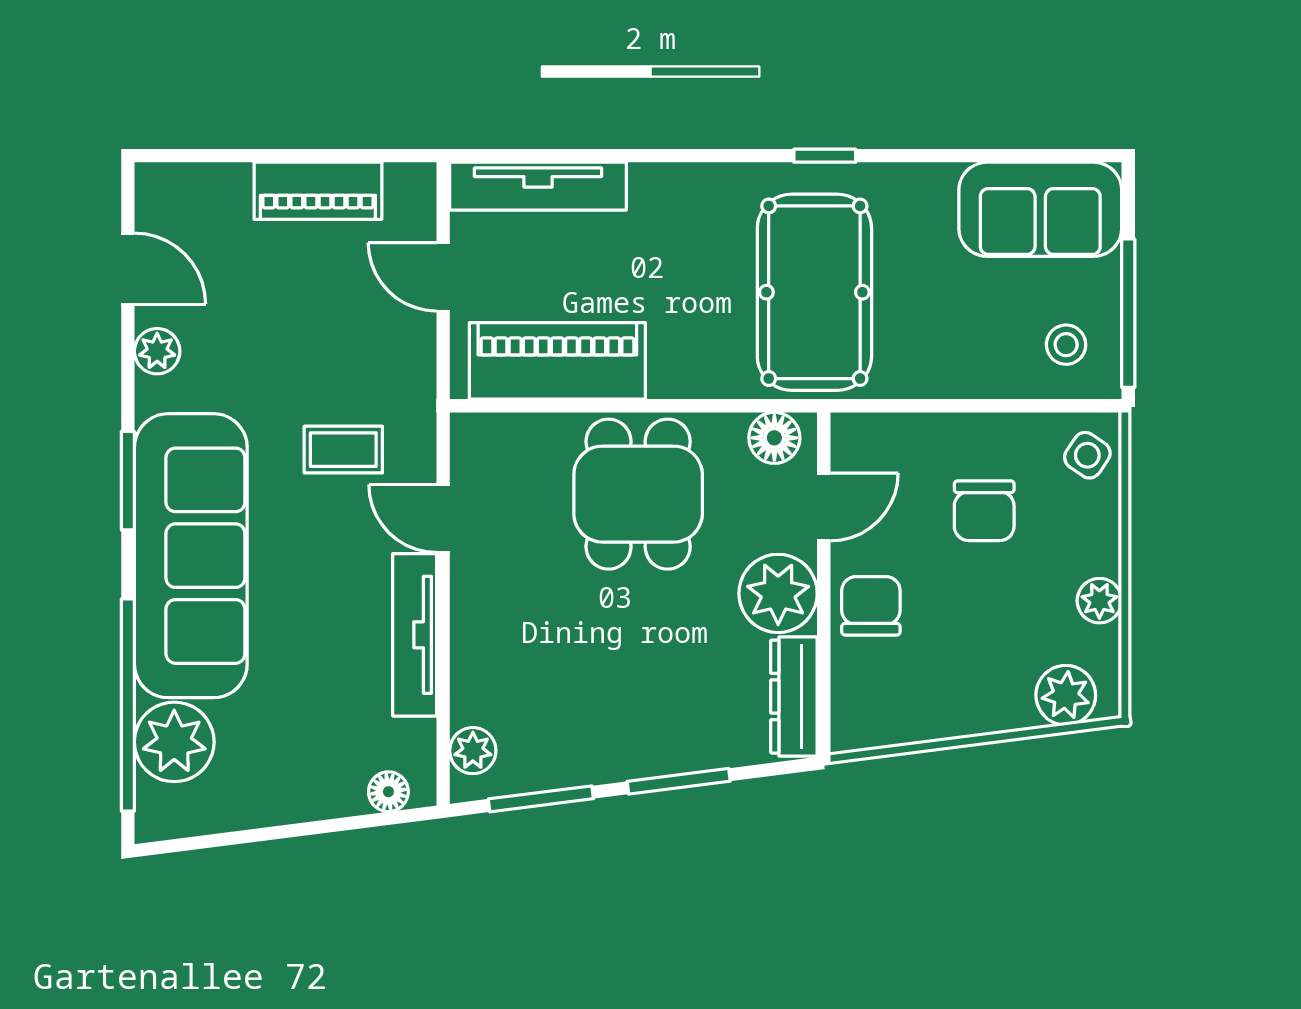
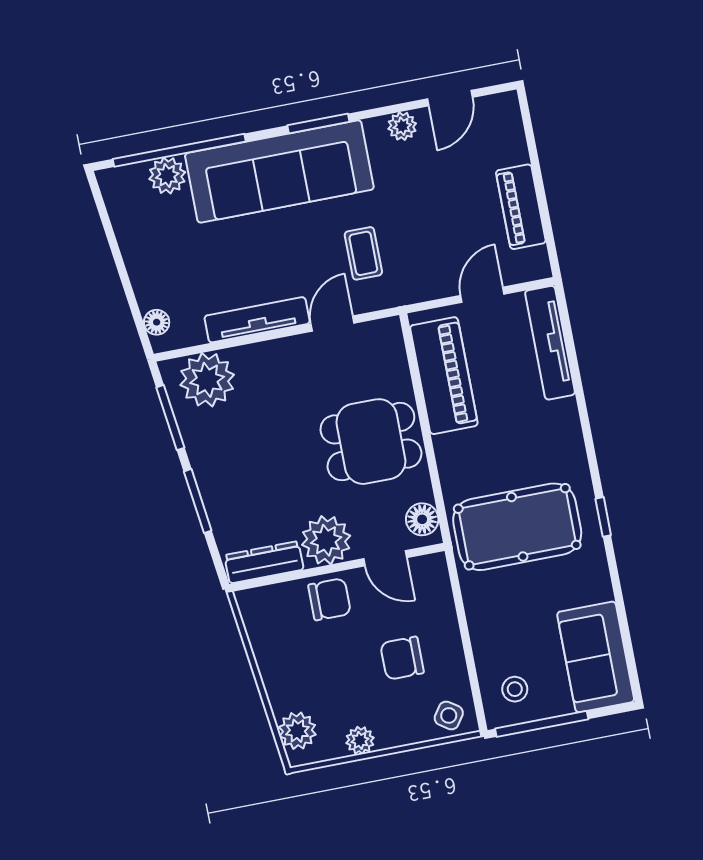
plant: (174, 742) -> (167, 176), width x0.73, depth x0.73
plant: (473, 751) -> (207, 380), width x1.87, depth x1.87

